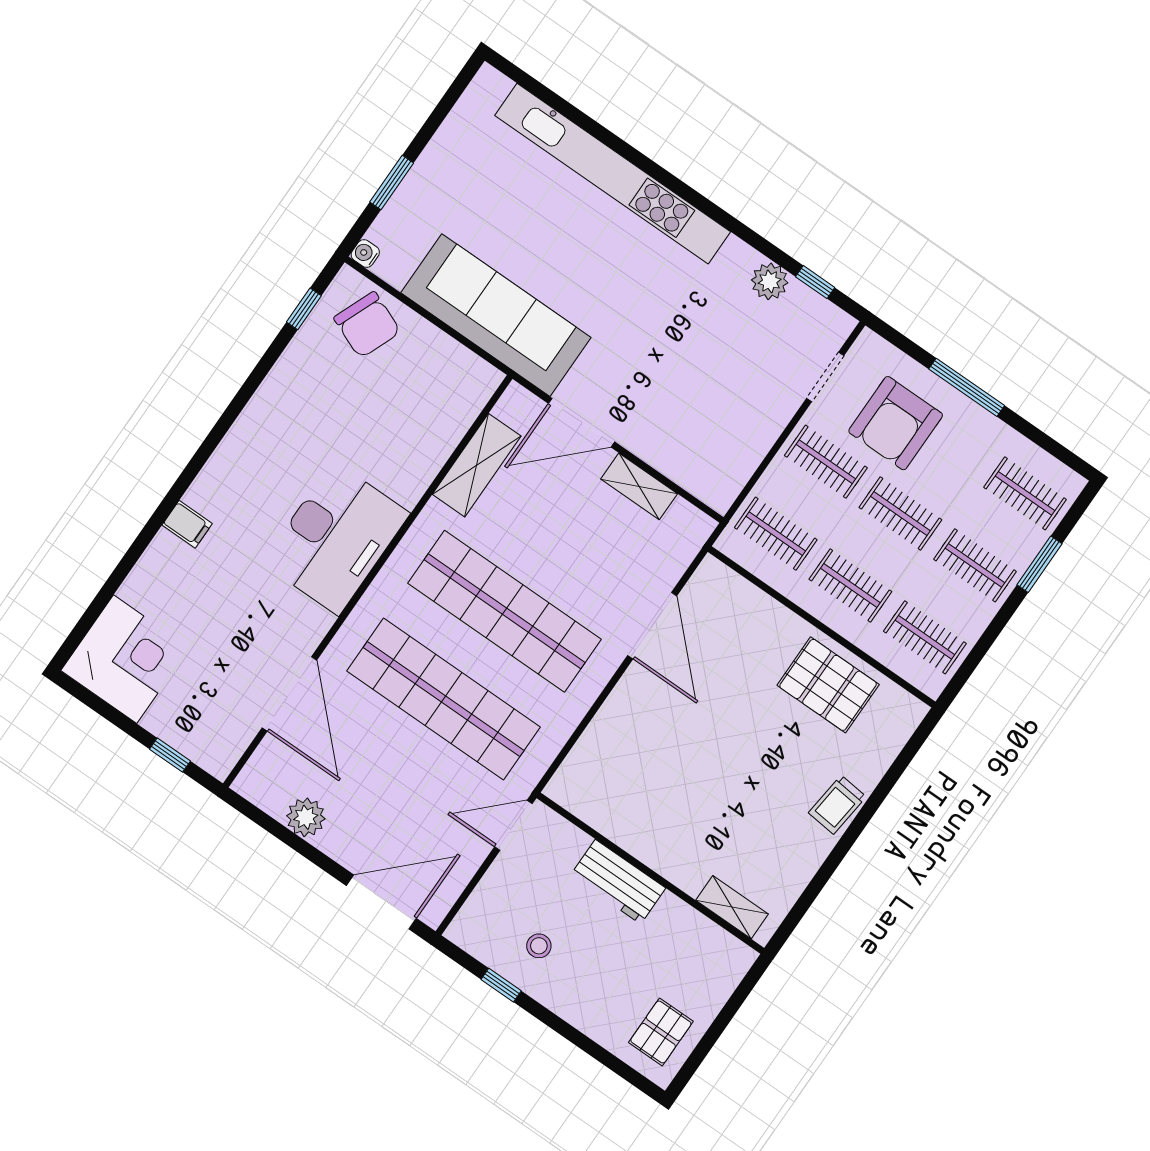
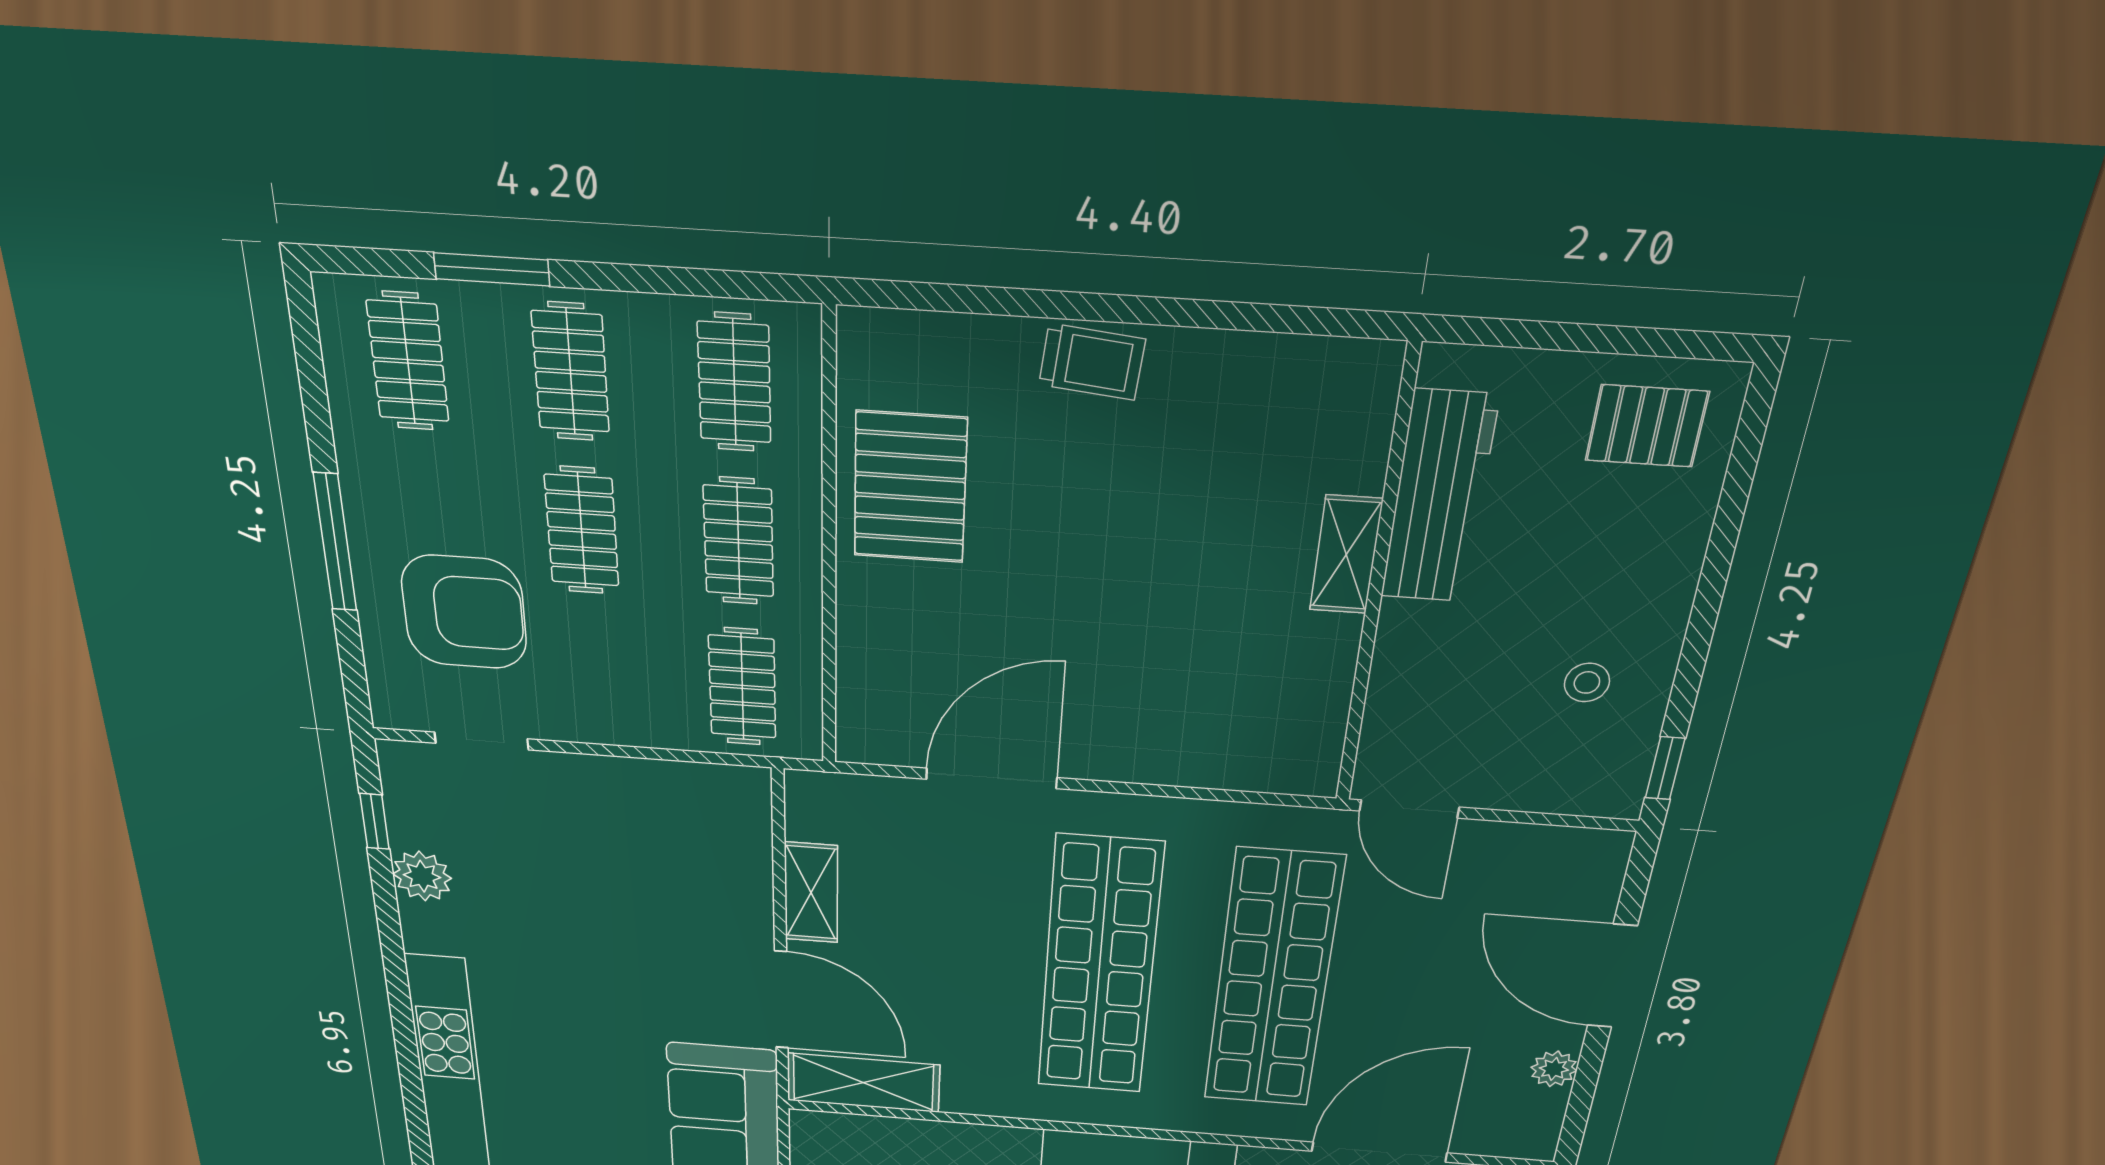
clothes rail: (826, 462) -> (592, 676), removed
shelving: (477, 465) -> (863, 1083), moved
plant: (306, 817) -> (1554, 1069), width x0.73, depth x0.73
workbench: (618, 882) -> (1439, 497), moved, width x1.38
door: (381, 902) -> (1612, 976), moved
shelving: (732, 907) -> (1346, 555), moved
window: (501, 985) -> (1665, 768), moved

